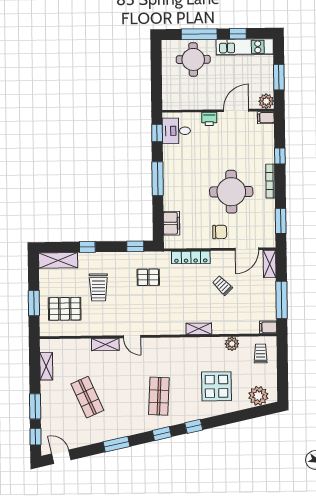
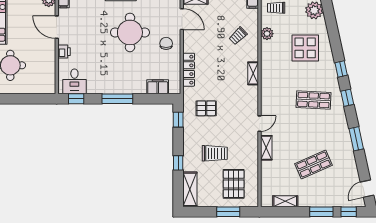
pallet: (148, 277) -> (206, 108), turned 90
trolley: (222, 285) -> (238, 36), moved
shelving: (199, 329) -> (253, 73), moved

